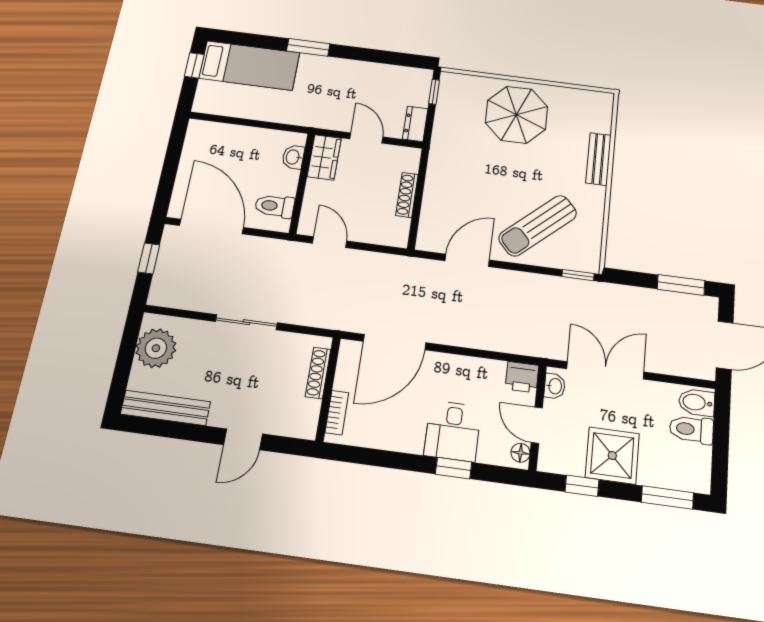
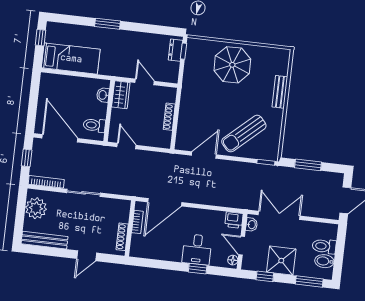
bed: (249, 65) -> (71, 59), moved
dresser: (415, 124) -> (175, 50), moved
window: (681, 285) -> (308, 165), moved
bookcase: (180, 301) -> (46, 182), added
shoe rack: (318, 373) -> (122, 237), moved
bidet: (697, 402) -> (324, 261), moved
bookcase: (337, 413) -> (137, 222), moved

